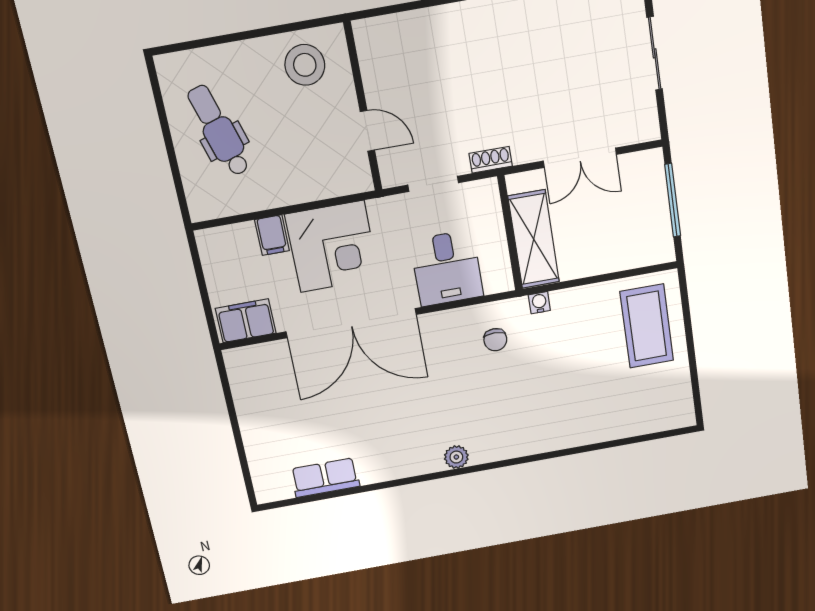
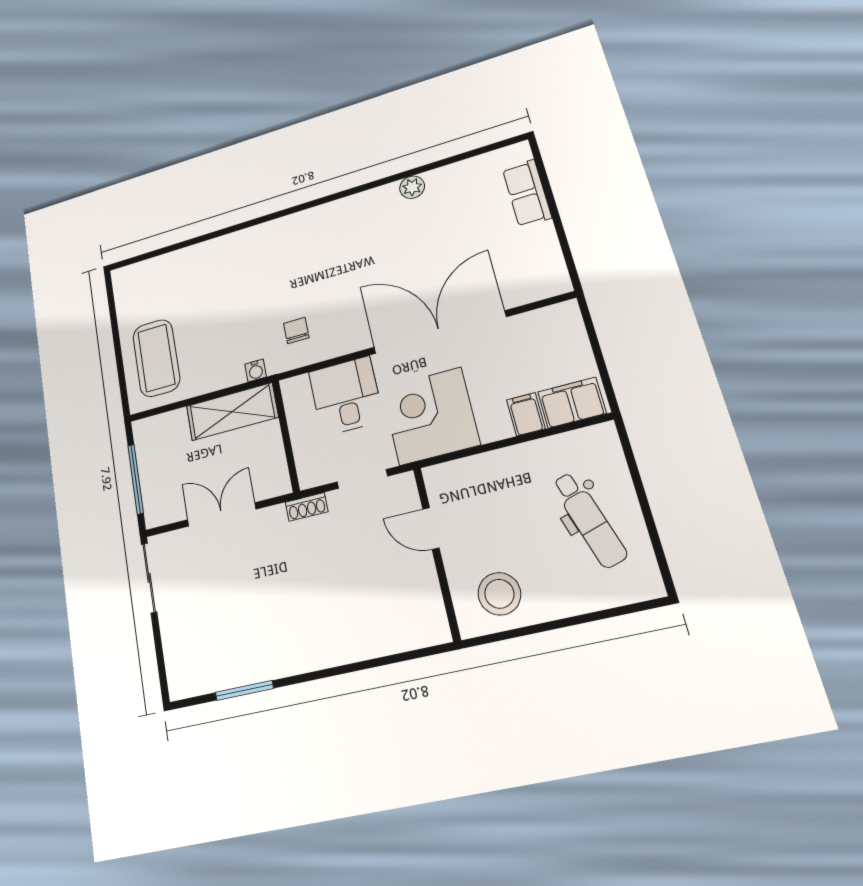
sliding door: (655, 53) -> (149, 578), moved
shelving: (534, 239) -> (232, 412), moved, turned 90
corner desk: (332, 247) -> (430, 416), moved
filing cabinet: (246, 321) -> (572, 403), moved, turned 180
plant: (456, 457) -> (412, 187), moved
row of seats: (325, 478) -> (527, 193), moved, turned 90

